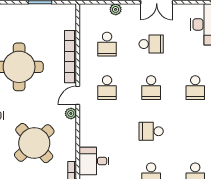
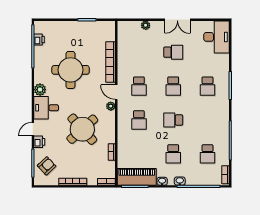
school desk: (107, 44) -> (139, 120), moved
door: (78, 95) -> (116, 92), hinge flipped
desk: (94, 161) -> (129, 143), removed

